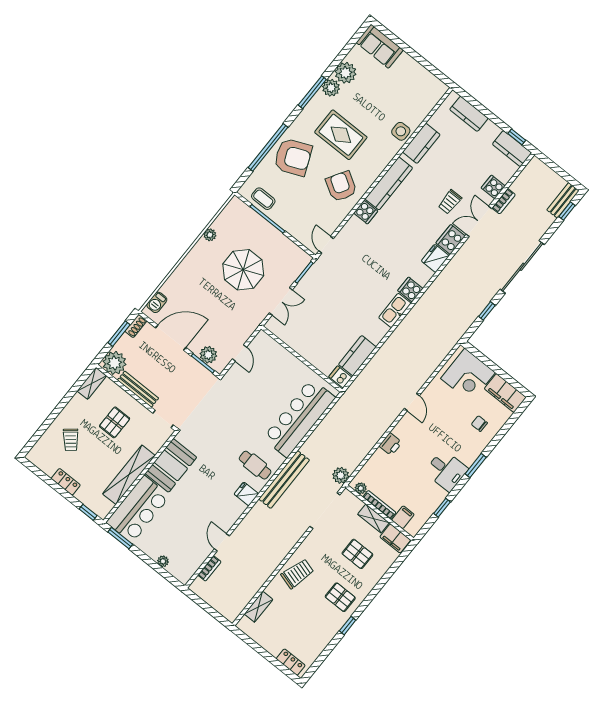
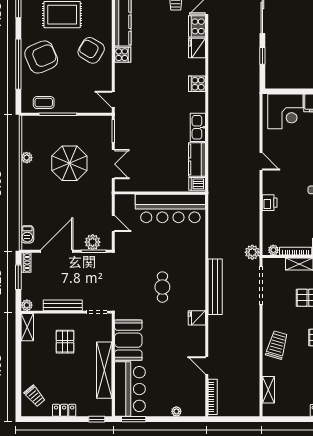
kitchen sink: (395, 310) -> (198, 127), moved
plant: (114, 363) -> (27, 305), width x0.53, depth x0.53
bar counter: (299, 418) -> (170, 208), moved, turned -90
trolley: (71, 440) -> (35, 396), moved
cafe table: (255, 465) -> (162, 287), moved, turned 90
bookcase: (209, 568) -> (213, 397), width x1.56

